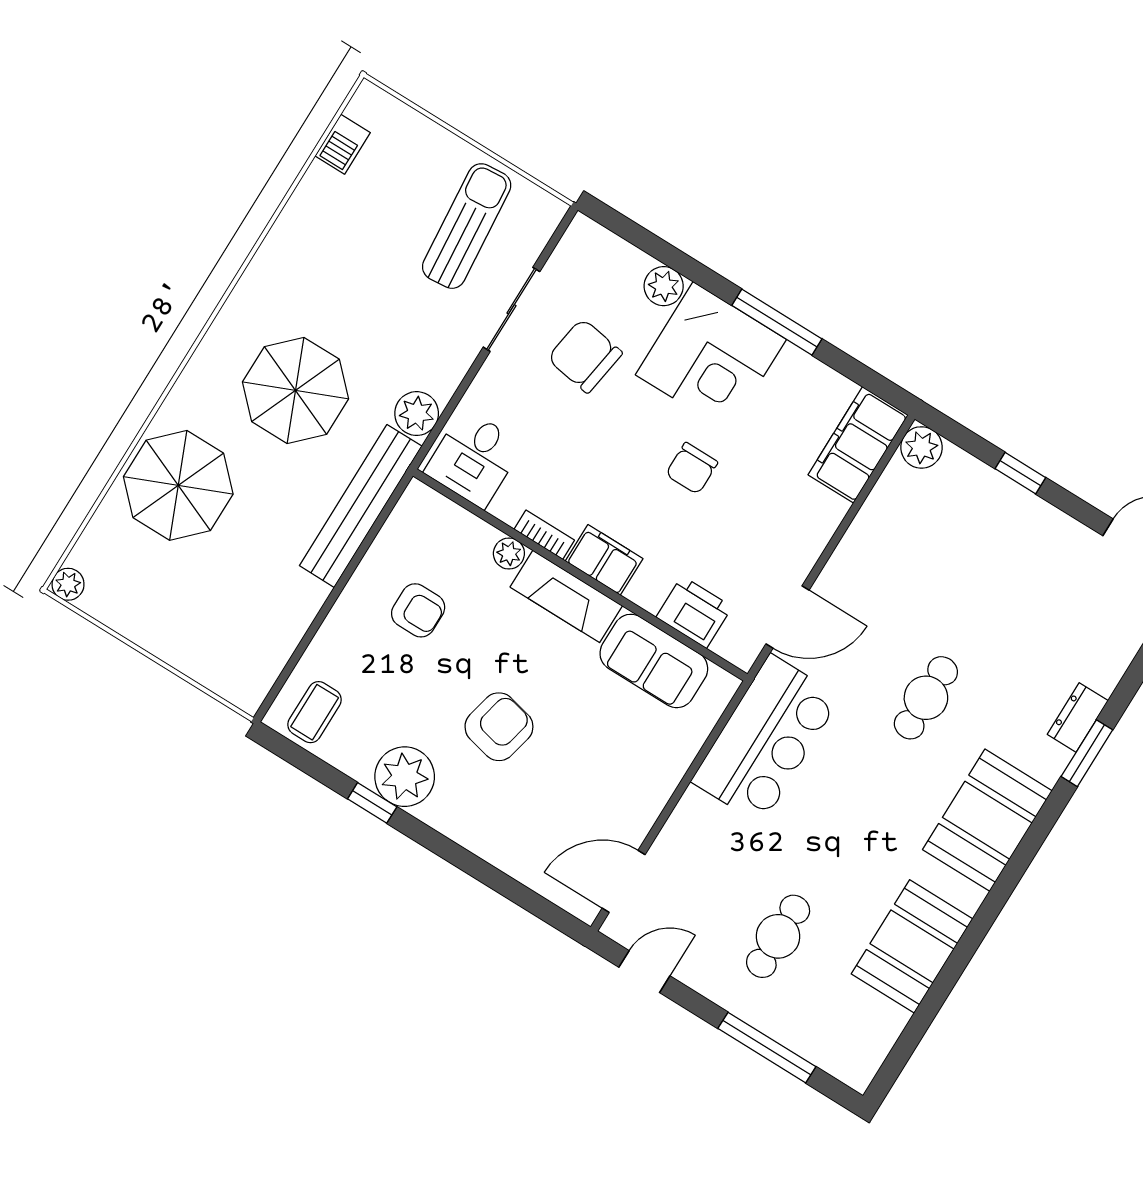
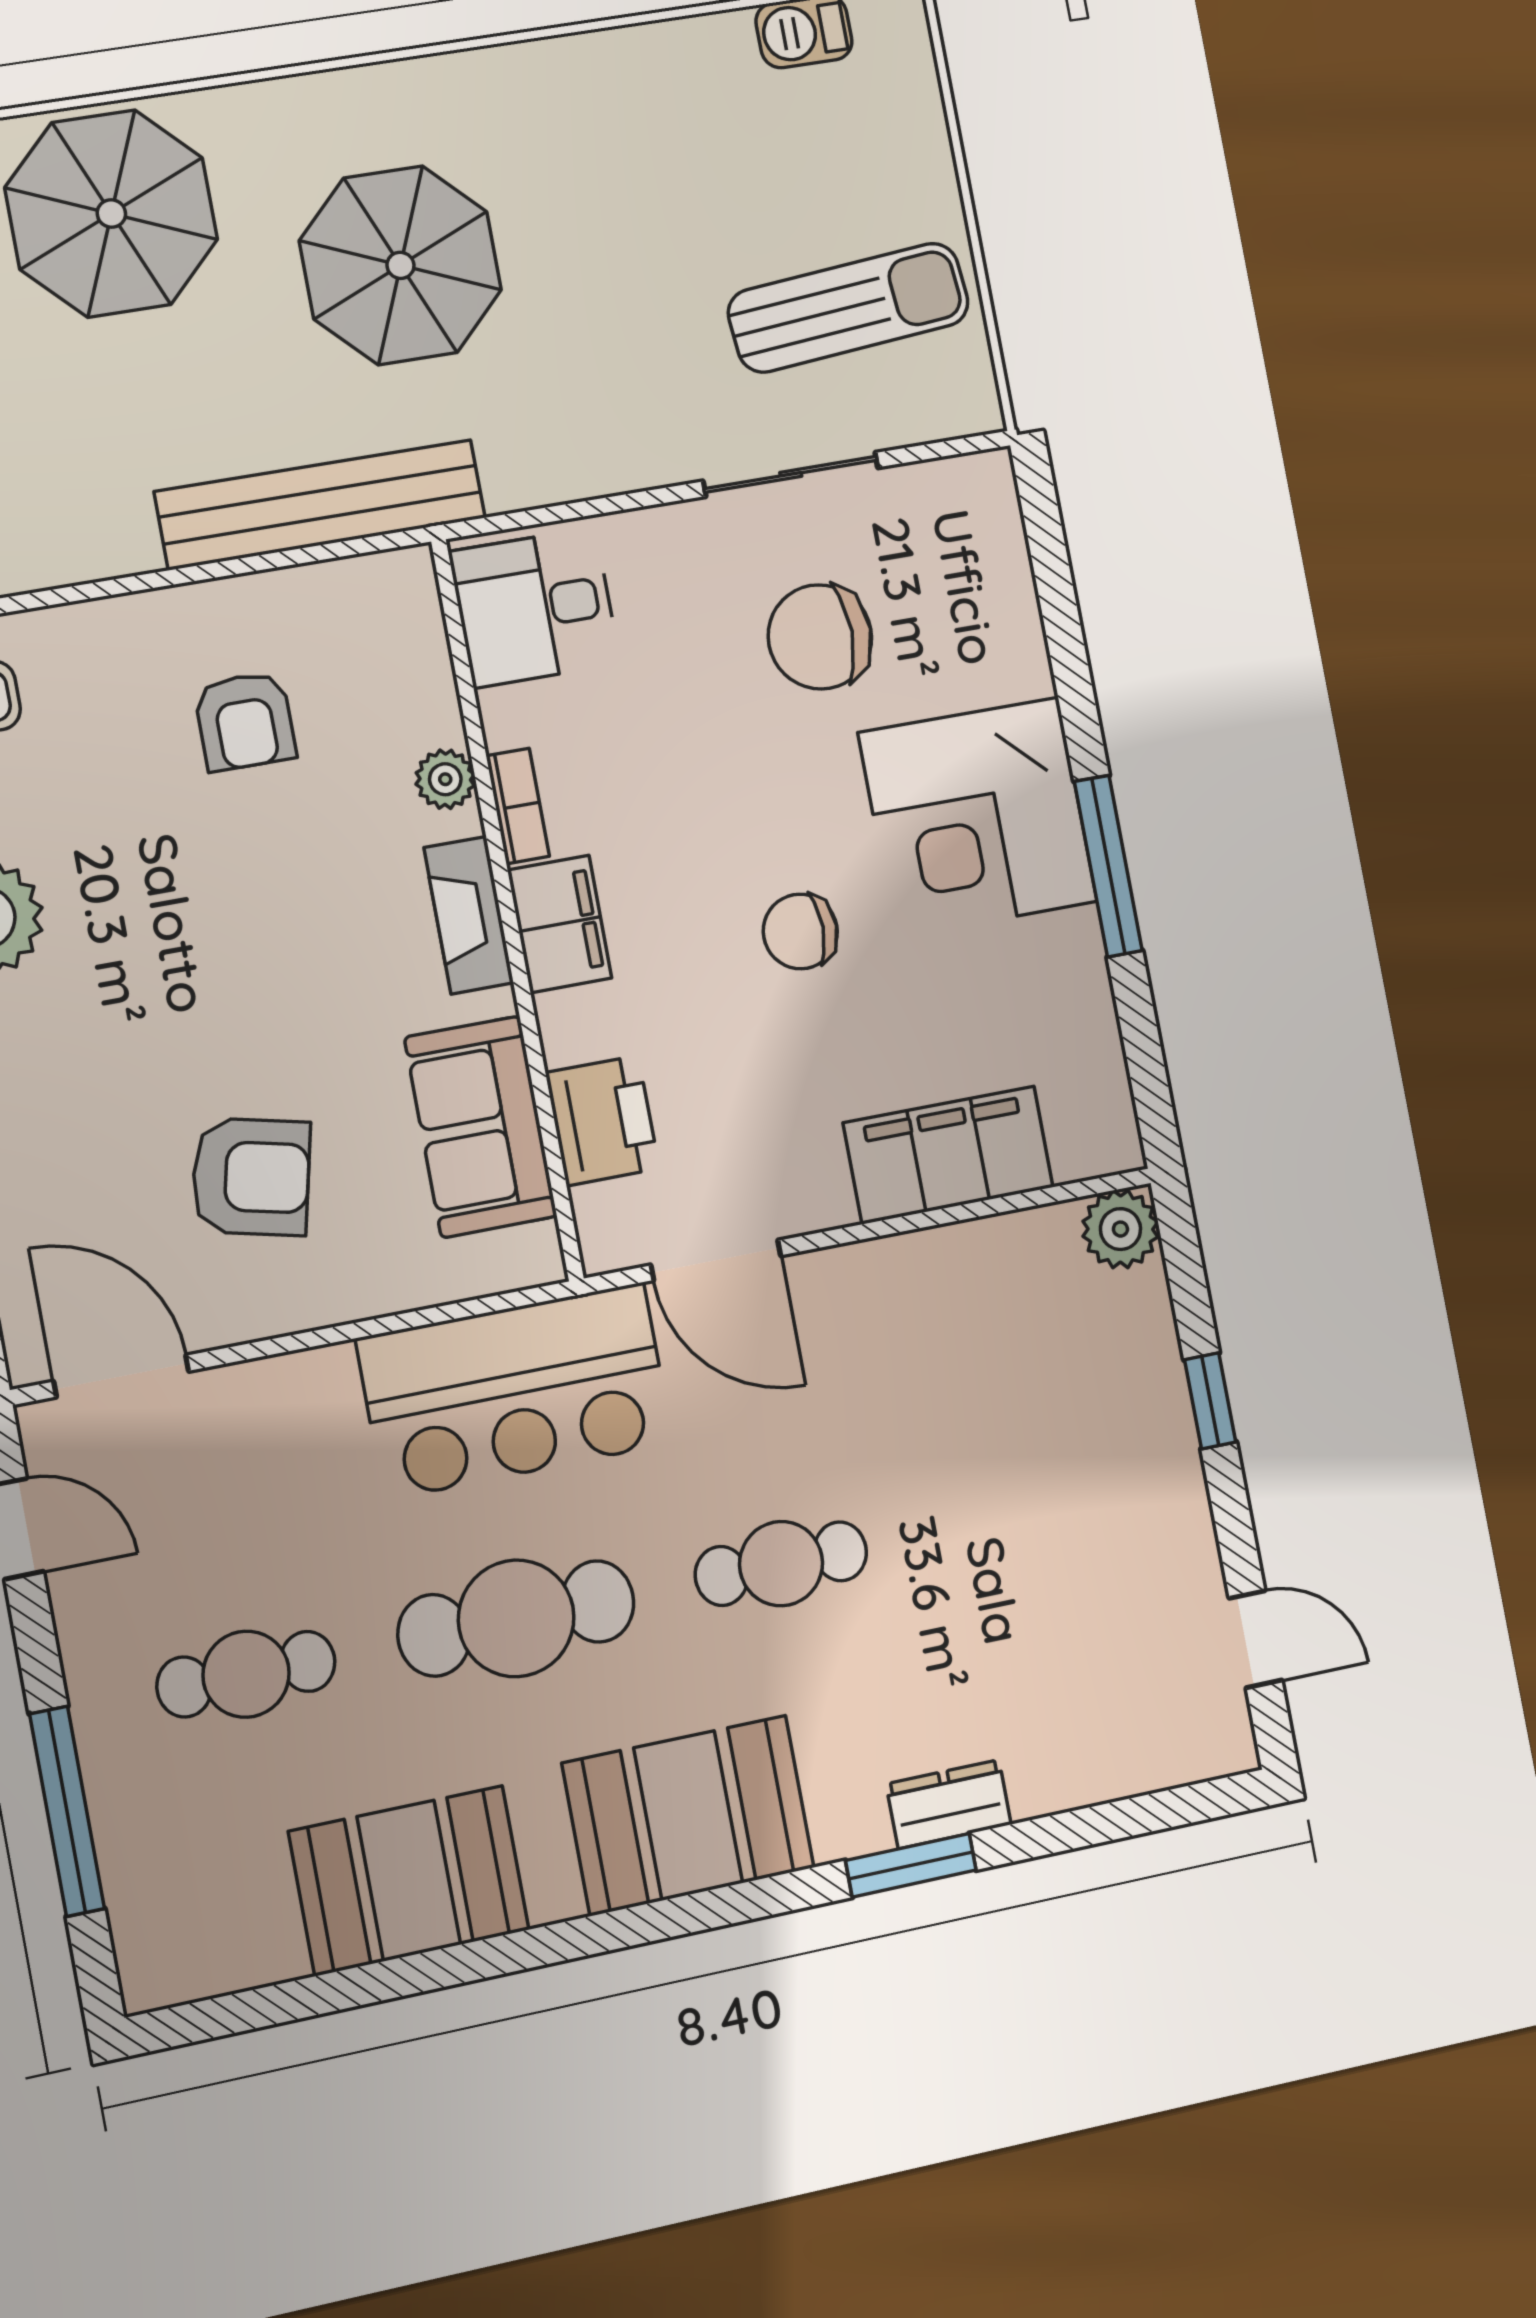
plant: (664, 286) -> (1015, 661), removed
chair: (585, 356) -> (820, 637), turned -99
plant: (417, 414) -> (524, 469), removed
filing cabinet: (858, 445) -> (948, 1155), moved
fireplace: (566, 596) -> (469, 915), width x0.73, depth x0.76
armchair: (499, 727) -> (251, 1177), moved
cafe table: (852, 817) -> (516, 1618), added

